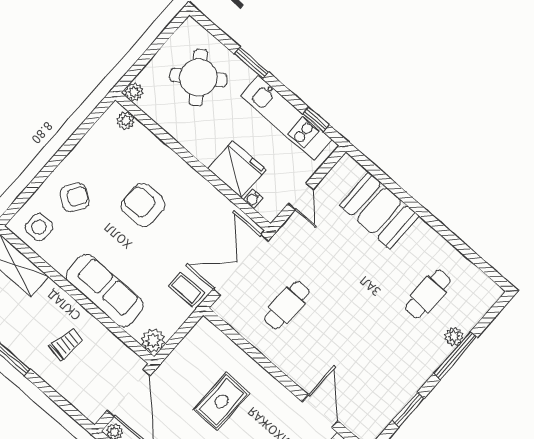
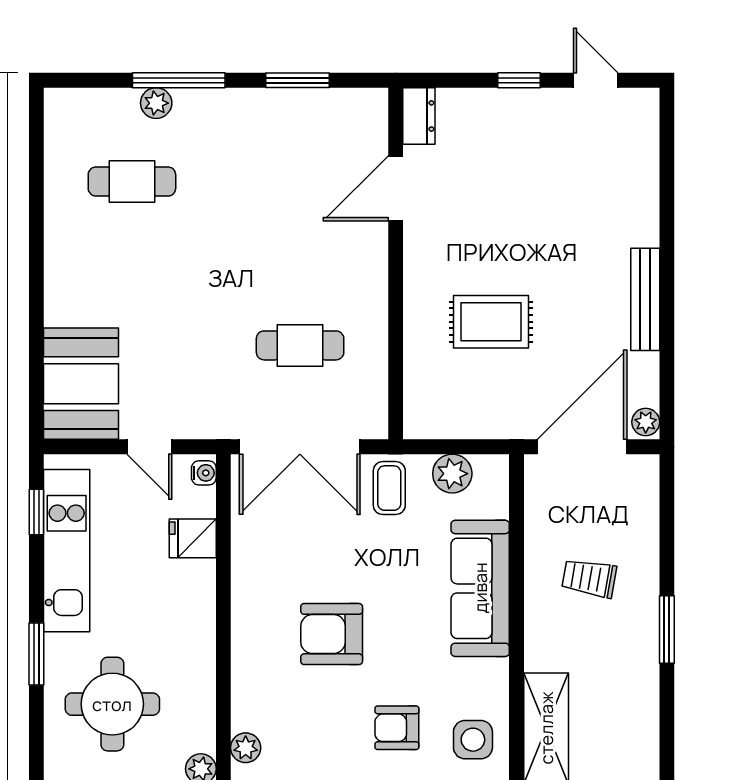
round table: (198, 77) -> (112, 704), turned 35
fridge: (237, 169) -> (193, 538), width x0.53, depth x0.75
armchair: (75, 197) -> (397, 728), turned -35
door: (301, 197) -> (149, 447), swing flipped
water cooler: (253, 199) -> (204, 473), moved
armchair: (143, 205) -> (332, 634), turned 90
booth: (379, 211) -> (81, 384), moved
plant: (153, 341) -> (452, 474), moved

